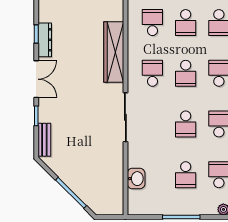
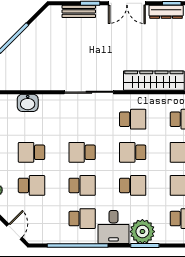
bench: (44, 140) -> (79, 11), moved

